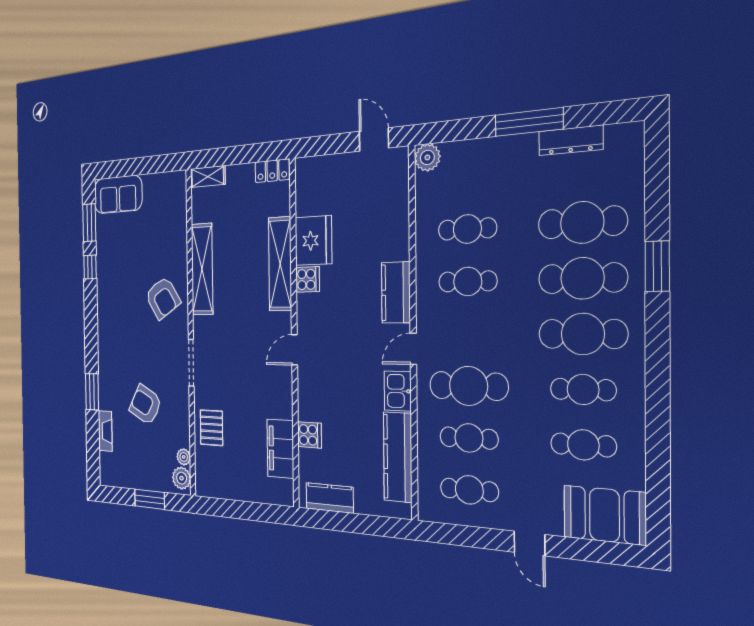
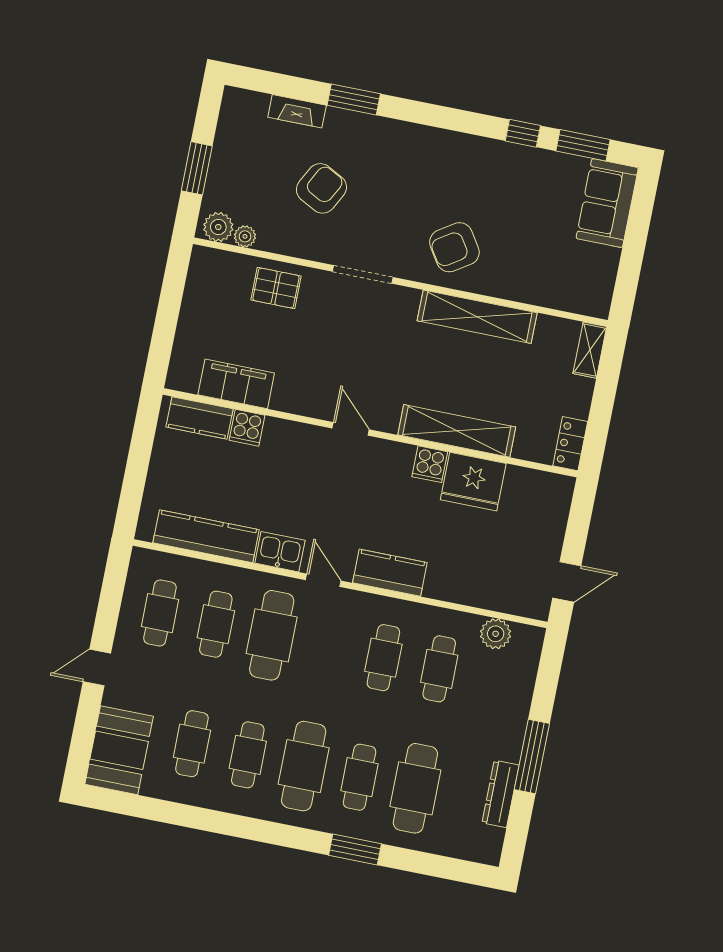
plant: (427, 157) -> (496, 634), moved
cafe table: (582, 278) -> (360, 777), width x0.73, depth x0.74
kitchen counter: (330, 498) -> (200, 418), moved, turned 90

